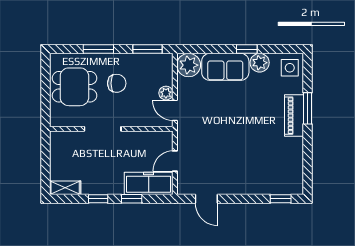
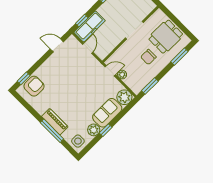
window: (98, 49) -> (179, 57), moved
window: (308, 108) -> (52, 131), width x1.44
armchair: (278, 179) -> (34, 86), added
window: (132, 199) -> (82, 21), moved

